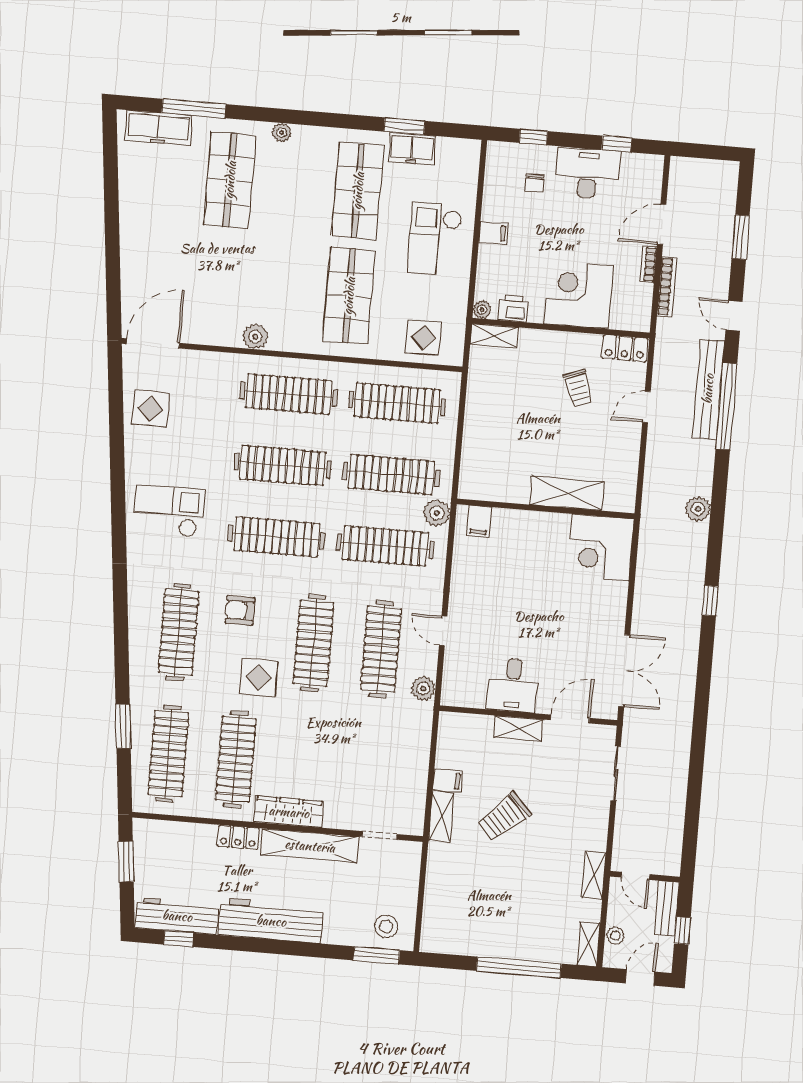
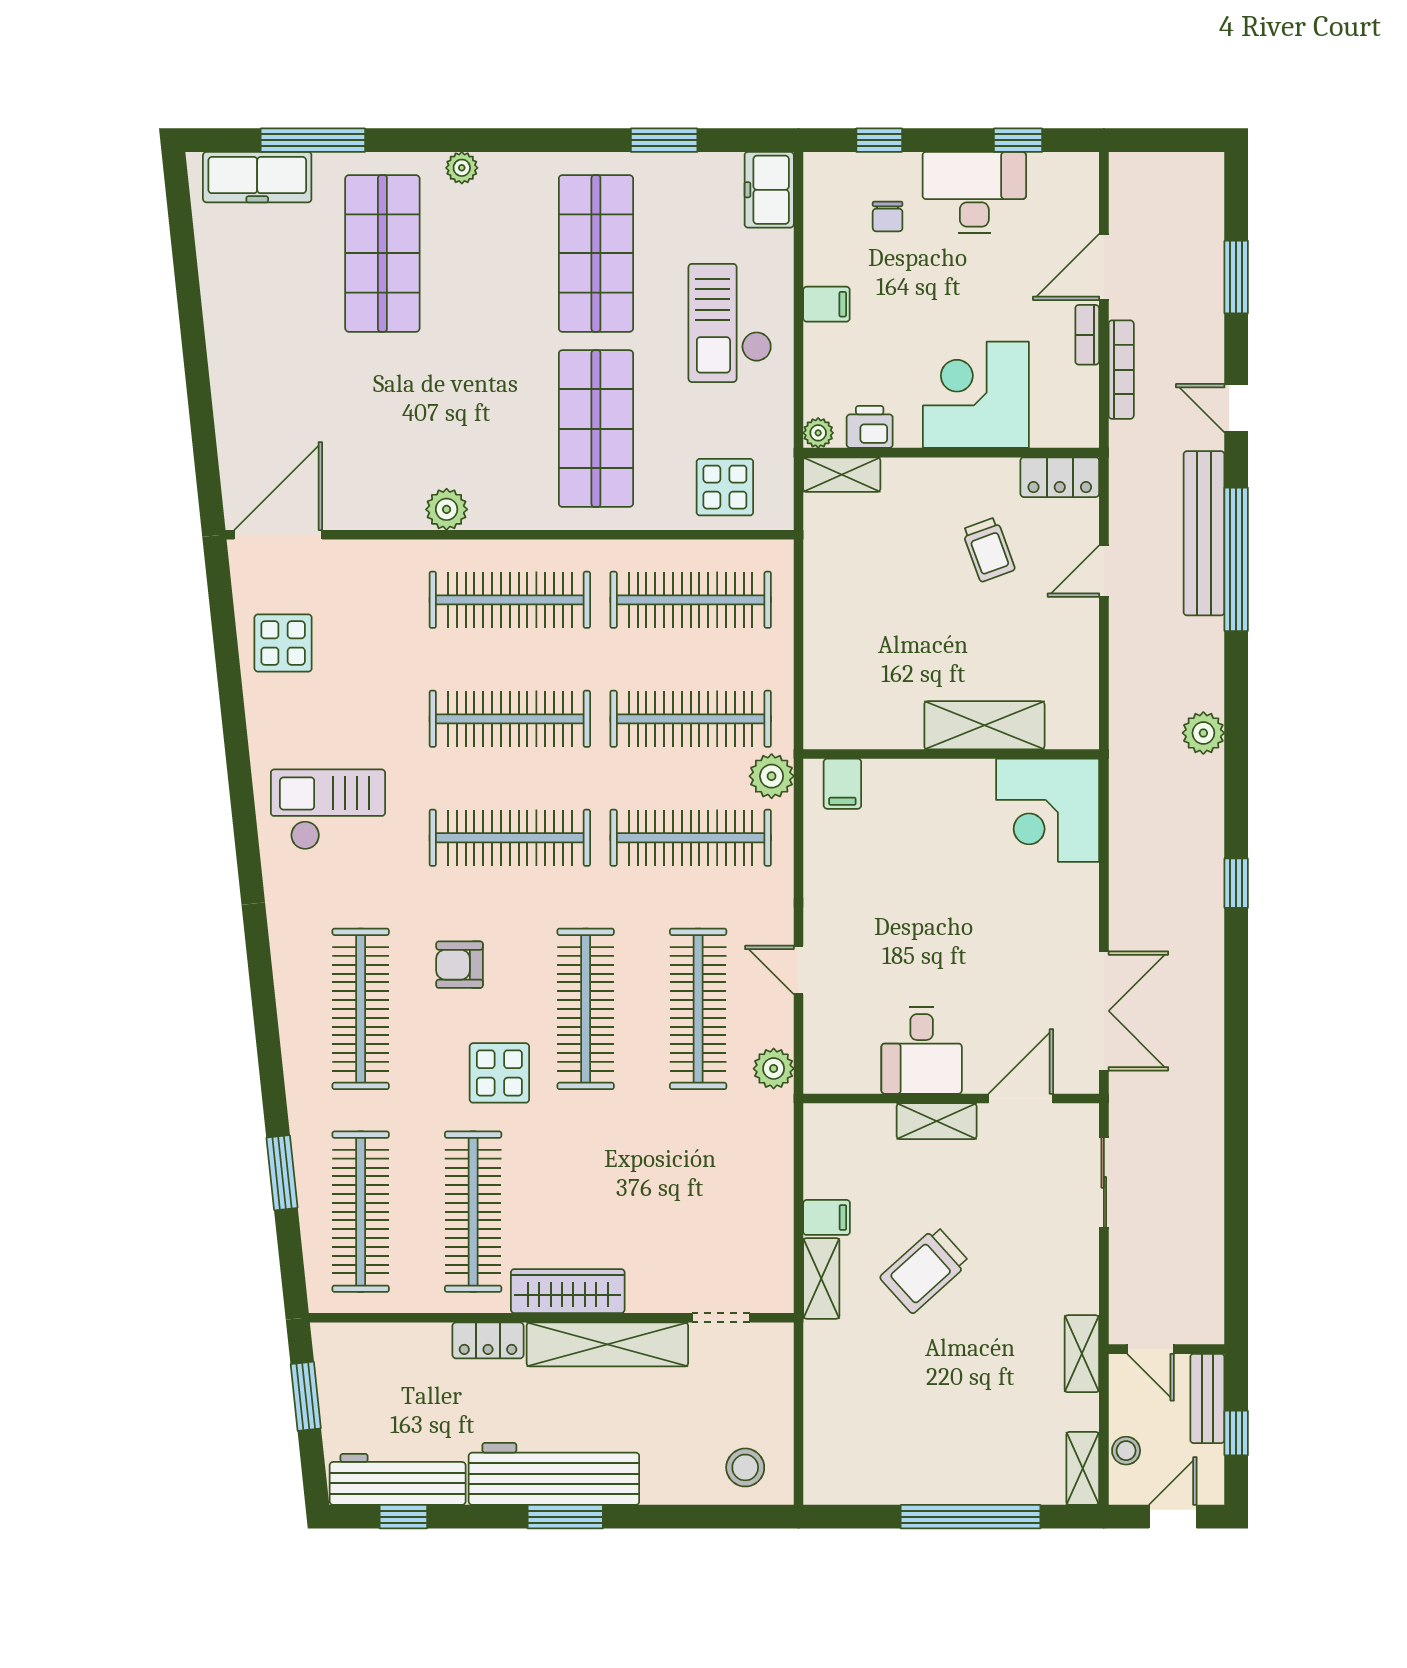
freezer: (412, 149) -> (769, 190), moved, turned 90
window: (377, 955) -> (565, 1517), moved

